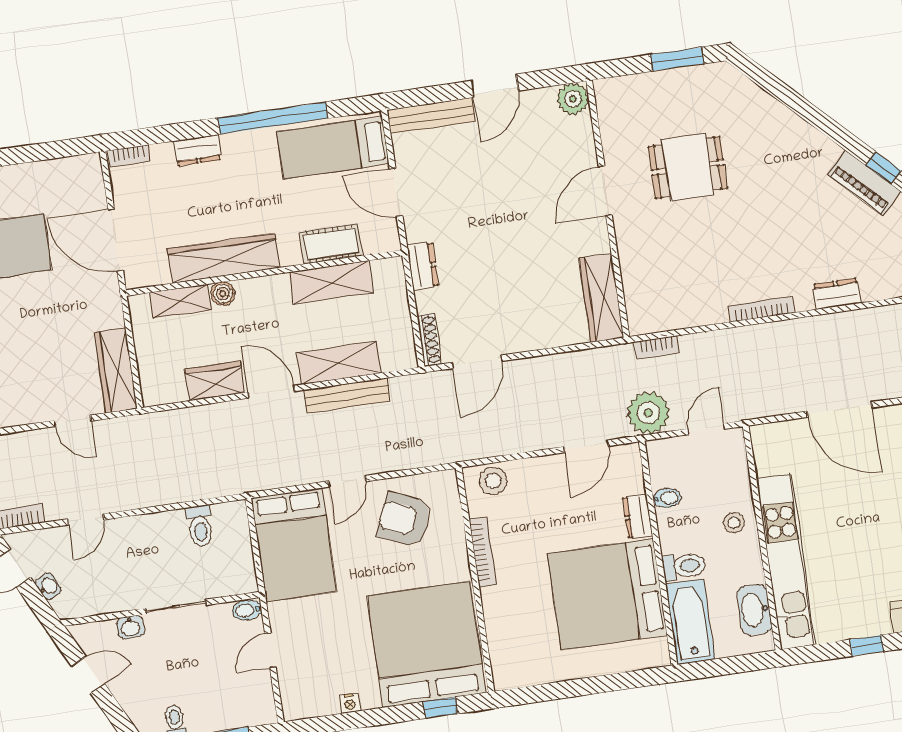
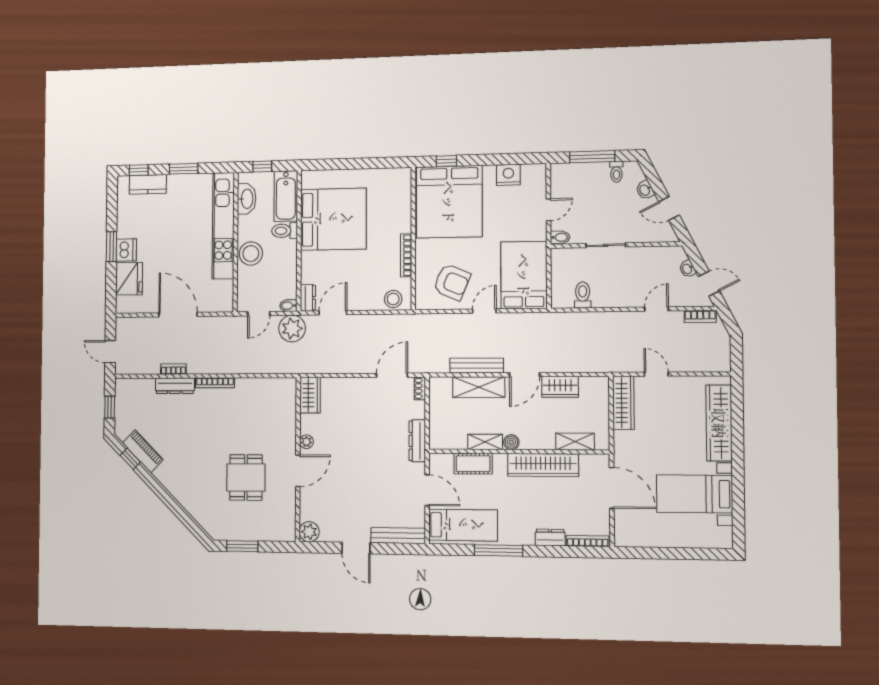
door: (495, 86) -> (356, 548), swing flipped
window: (273, 118) -> (499, 550), width x0.68
bookcase: (129, 156) -> (588, 541), width x1.56
dining table: (688, 167) -> (246, 477), turned 90
plant: (598, 238) -> (306, 442), added
dresser: (423, 266) -> (417, 441), width x1.44
shelving: (331, 282) -> (485, 442), width x0.67, depth x0.75
boiler: (223, 294) -> (511, 442), moved
dresser: (837, 294) -> (175, 386), width x1.44
wardrobe: (601, 298) -> (310, 395), width x0.67
shoe rack: (429, 340) -> (420, 388), width x0.70
bookcase: (657, 347) -> (173, 369), moved
door: (271, 392) -> (525, 375), hinge flipped
bidet: (667, 498) -> (288, 306), moved
dresser: (638, 516) -> (308, 298), moved
stool: (734, 523) -> (251, 254), width x1.89, depth x1.89
washbasin: (130, 627) -> (645, 190), moved, turned -117
window: (867, 646) -> (184, 169), width x1.50
window: (736, 665) -> (262, 166), added
nightstand: (350, 703) -> (508, 175), width x1.89, depth x1.79

